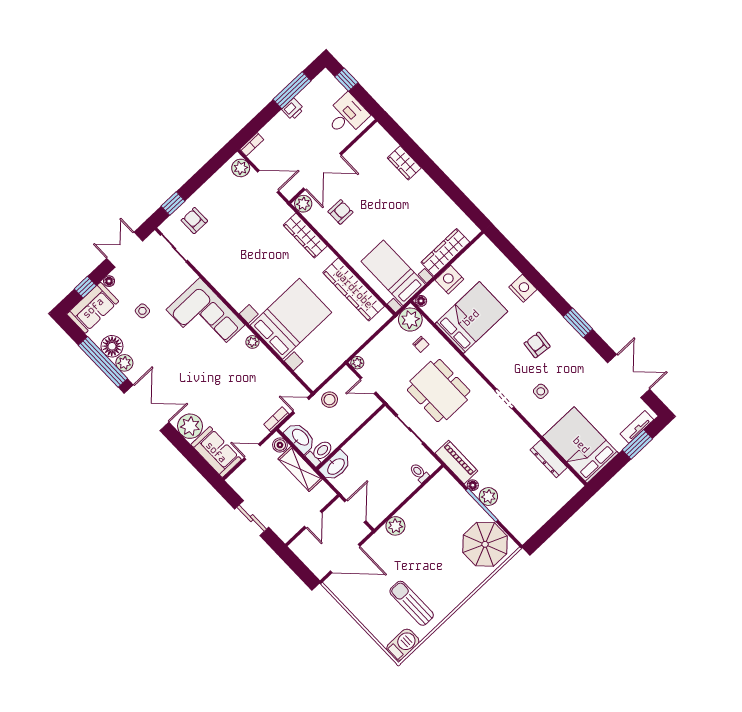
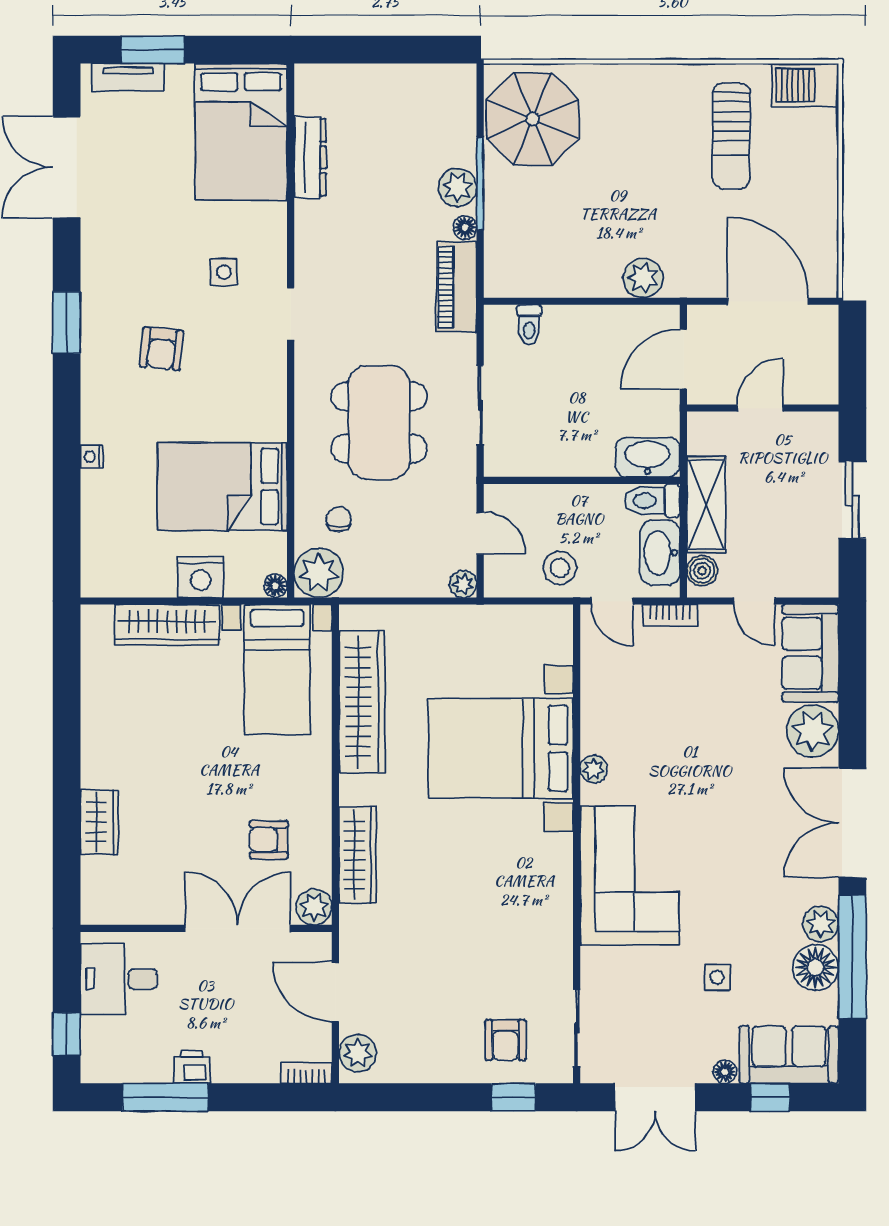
nightstand: (523, 288) -> (92, 456), width x0.53, depth x0.56

